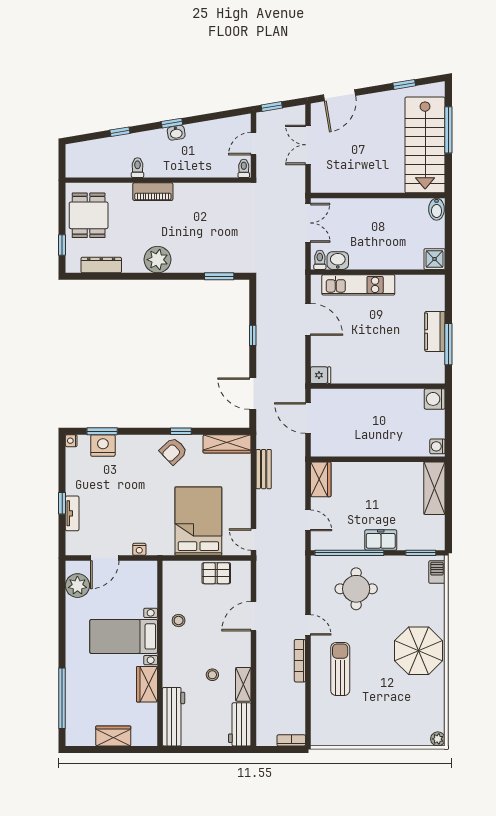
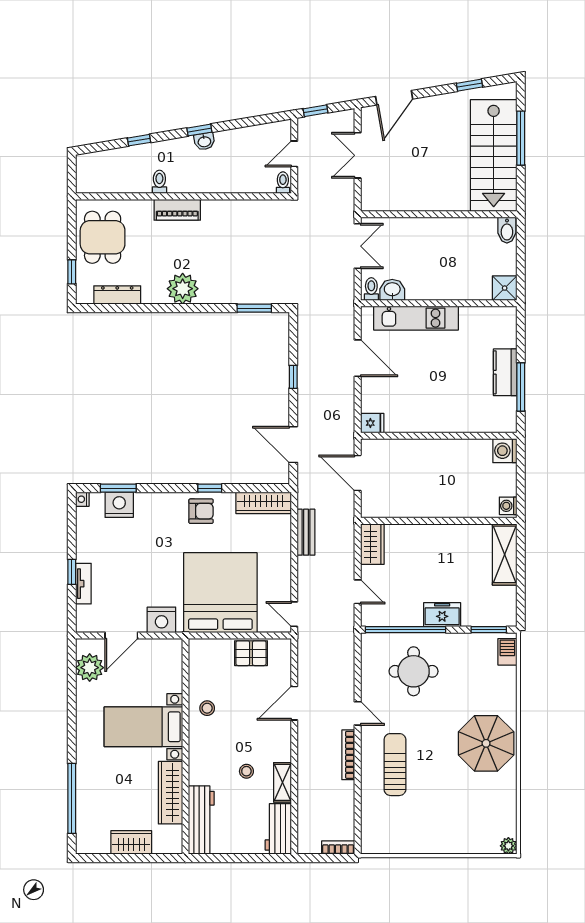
armchair: (173, 451) -> (201, 511), turned -136
bed: (198, 521) -> (220, 593), width x1.36
nightstand: (139, 549) -> (161, 620), width x1.89, depth x1.79
wardrobe: (147, 684) -> (170, 793), width x1.50

